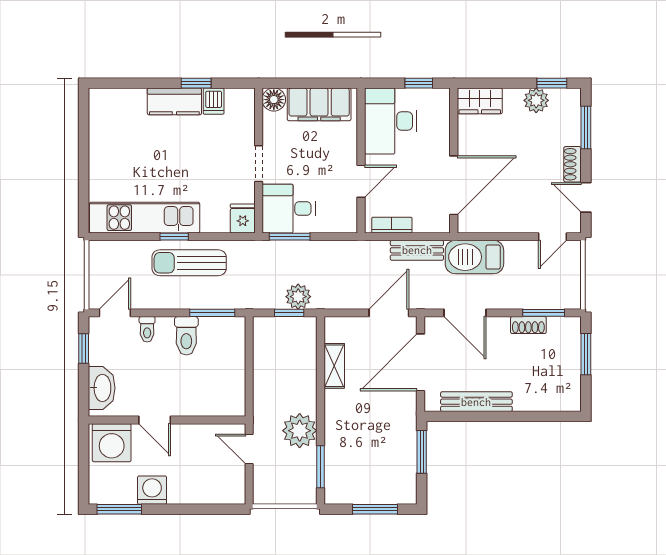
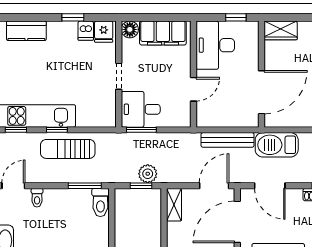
kitchen counter: (174, 101) -> (26, 31), moved
fridge: (243, 218) -> (104, 32), moved, turned 180
bookcase: (392, 225) -> (216, 121), removed
window: (118, 237) -> (16, 130), added
bench: (417, 250) -> (228, 140), width x1.36
toilet: (186, 336) -> (100, 202), moved
shelving: (334, 366) -> (174, 205), moved

